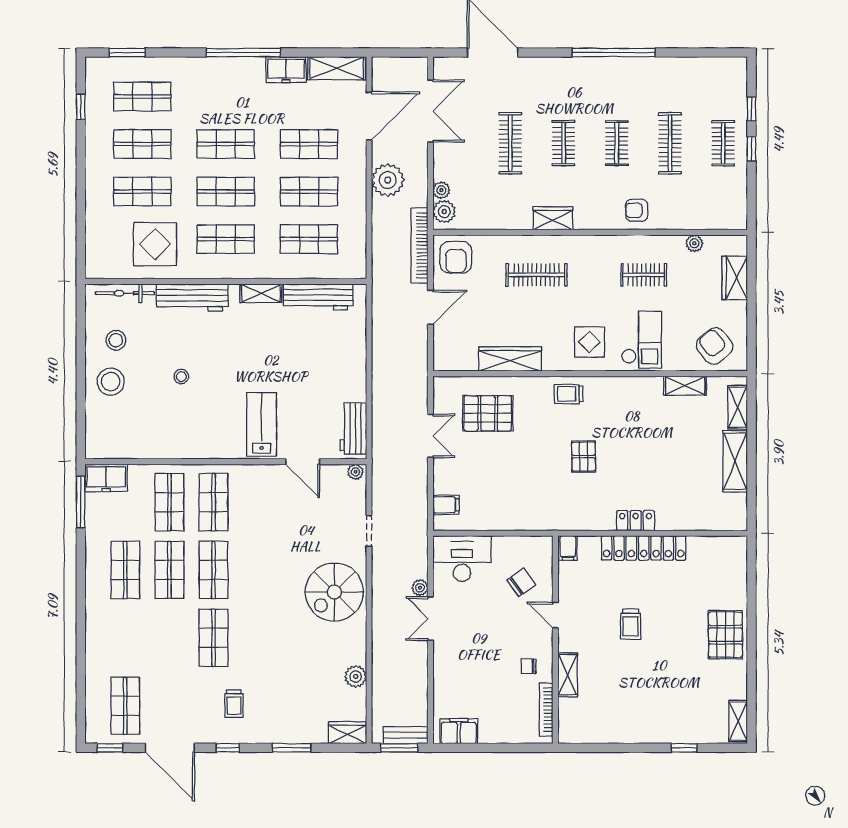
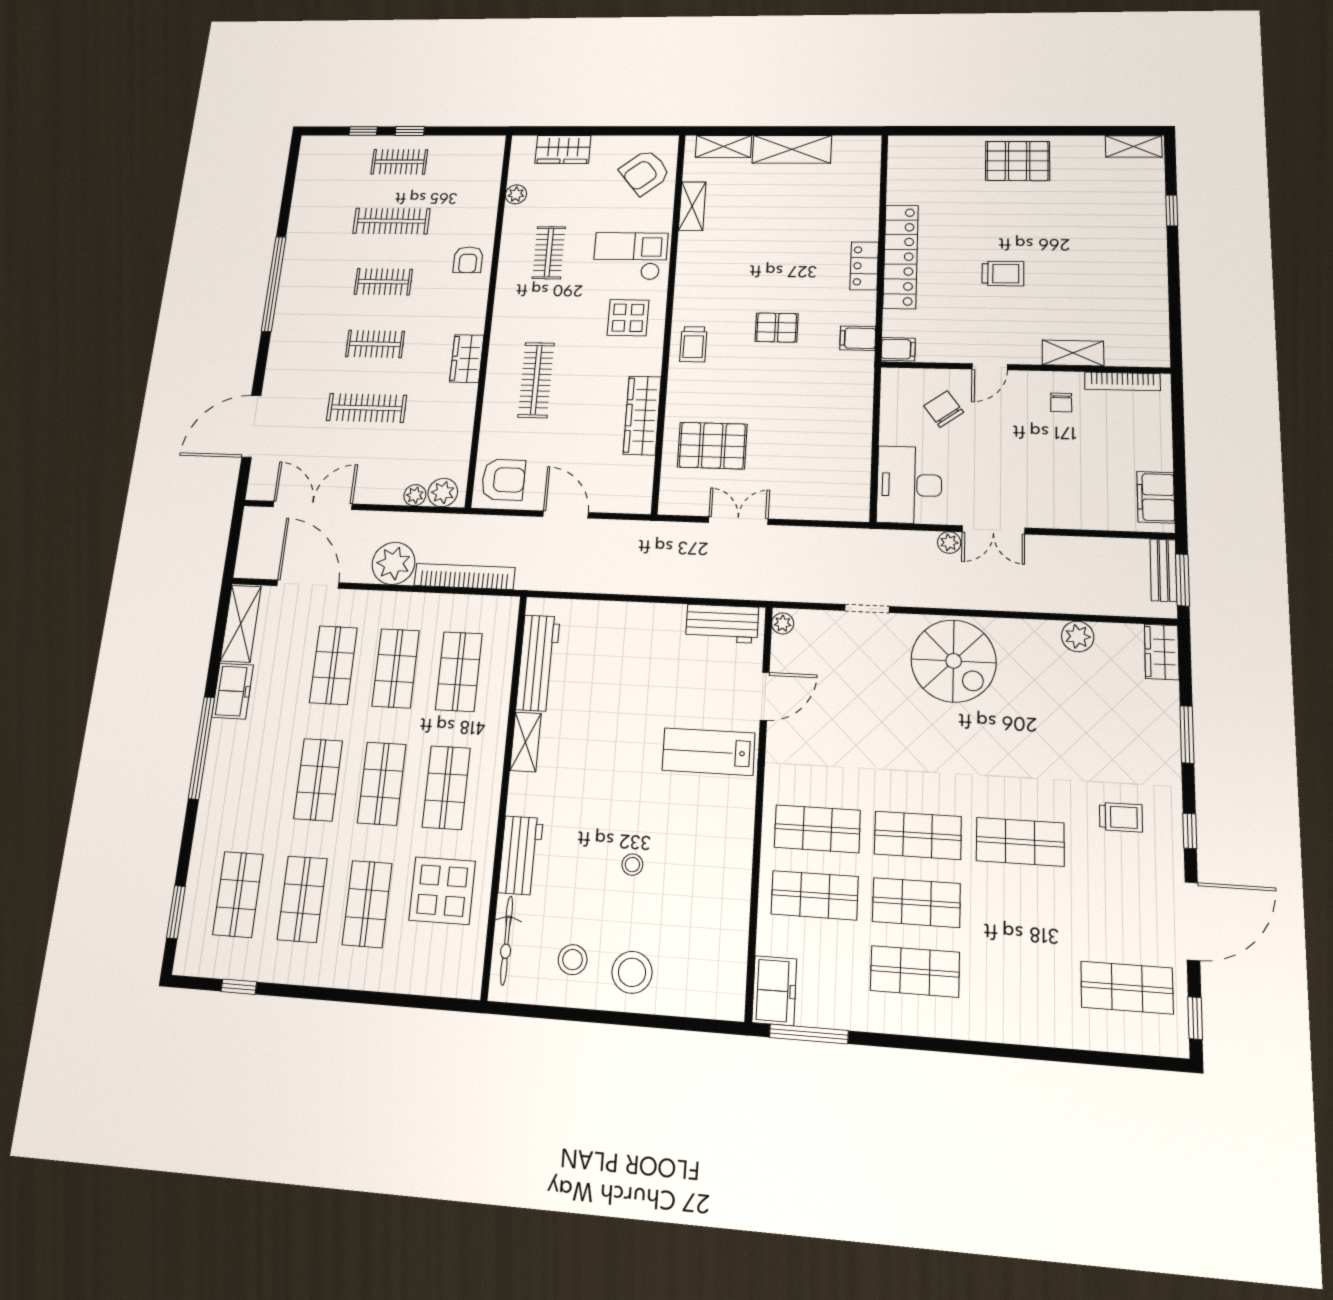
bookcase: (419, 245) -> (464, 576), moved, turned 180
workbench: (192, 297) -> (521, 855), width x0.73
pallet: (488, 413) -> (712, 446), turned 90
filing cabinet: (446, 505) -> (858, 338), moved, turned -90

